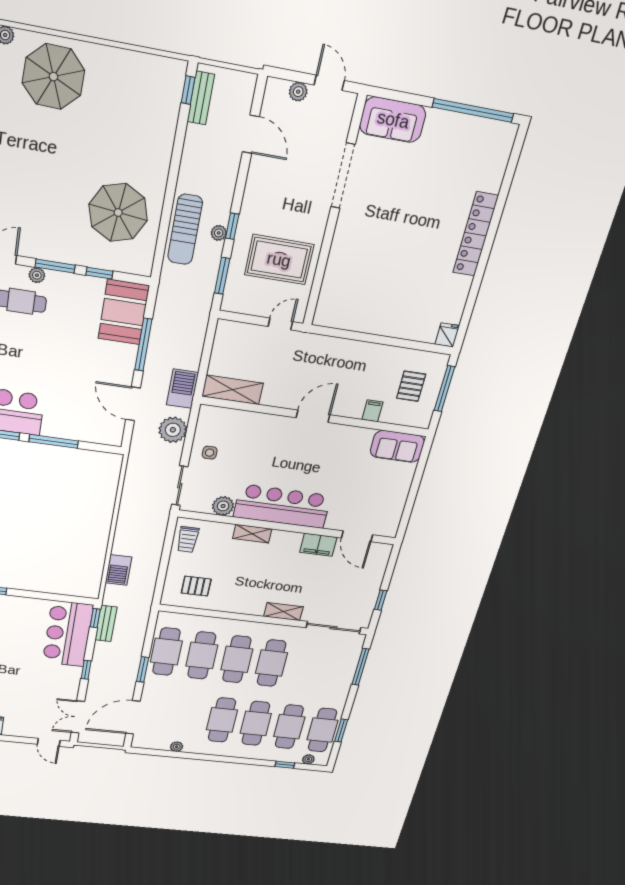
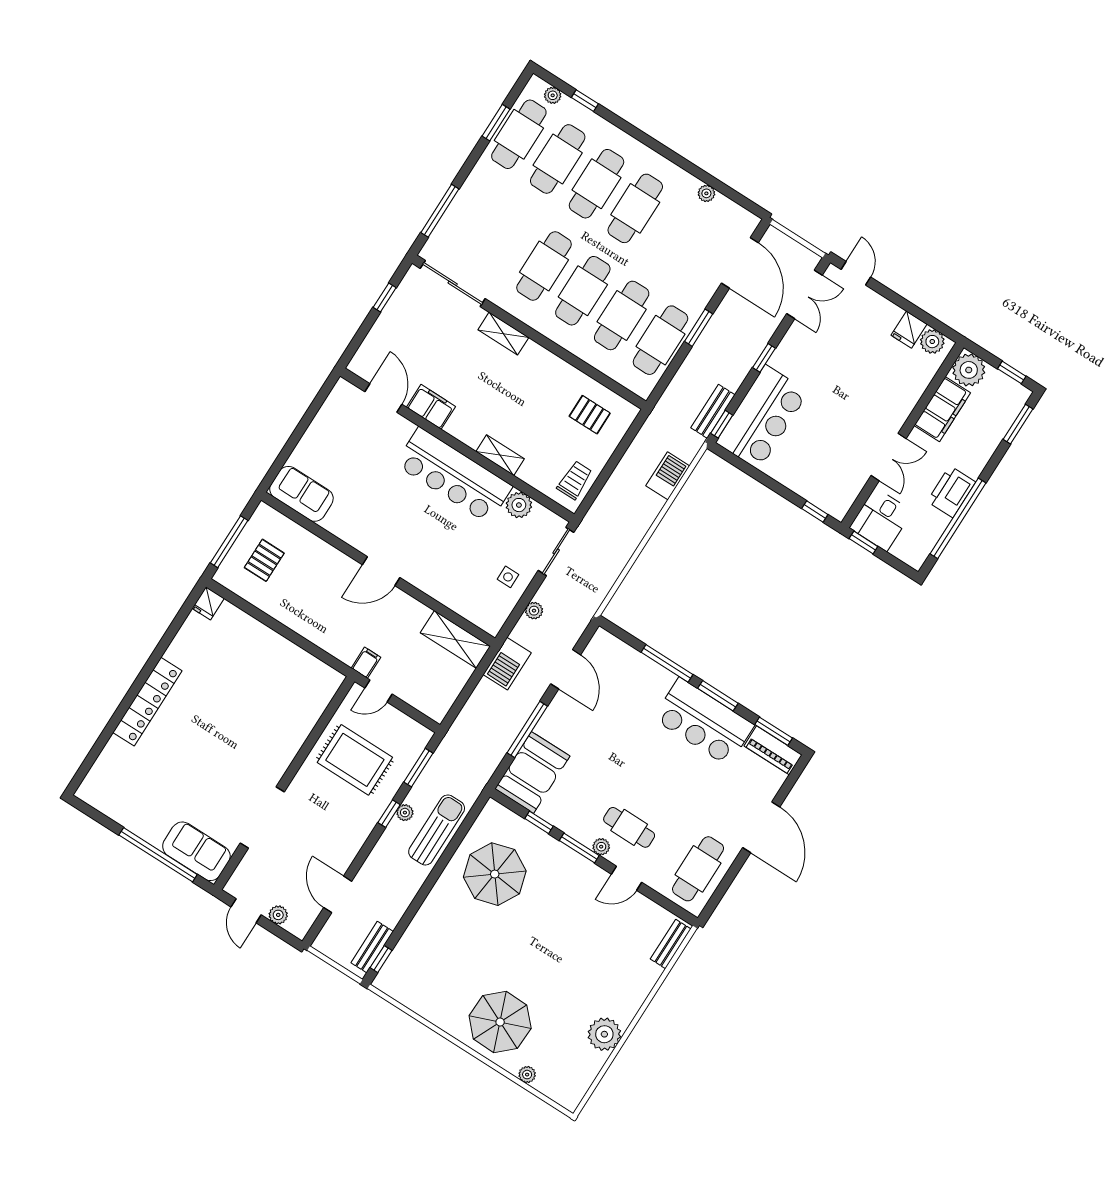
window: (473, 110) -> (158, 855), moved
filing cabinet: (372, 411) -> (366, 663), moved, turned 180
plant: (173, 430) -> (534, 611), width x0.53, depth x0.53
door: (133, 717) -> (740, 263), hinge flipped

